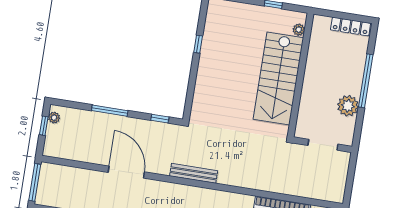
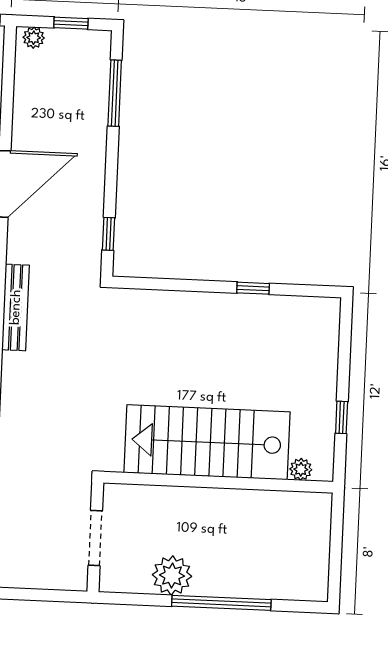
locker: (351, 27) -> (318, 563), removed
window: (110, 111) -> (115, 93), moved
plant: (54, 118) -> (34, 38), moved

